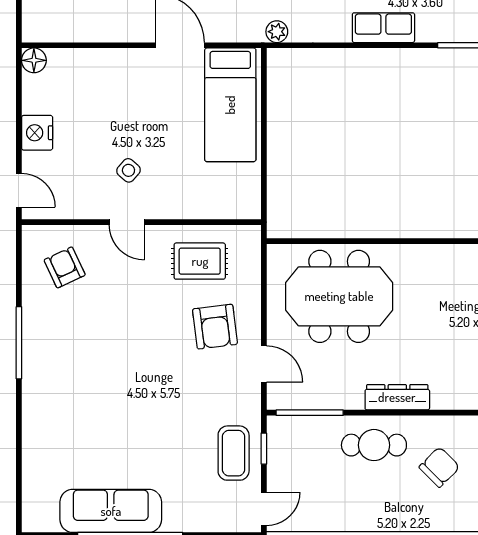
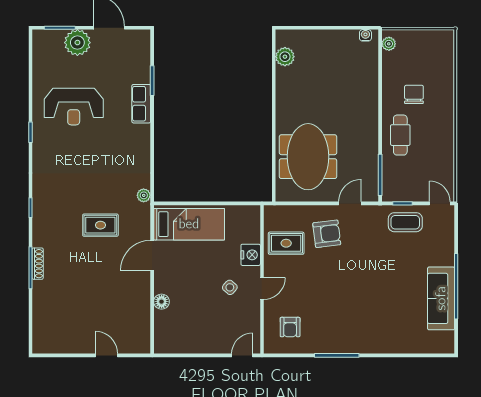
row of seats: (383, 28) -> (141, 104), moved
floor lamp: (34, 60) -> (162, 302), moved
nightstand: (37, 133) -> (251, 255), moved, turned -90
rug: (200, 261) -> (286, 243), turned 90
armchair: (65, 267) -> (290, 327), turned -65
dresser: (397, 397) -> (371, 121), removed
chair: (439, 467) -> (414, 94), turned 45

